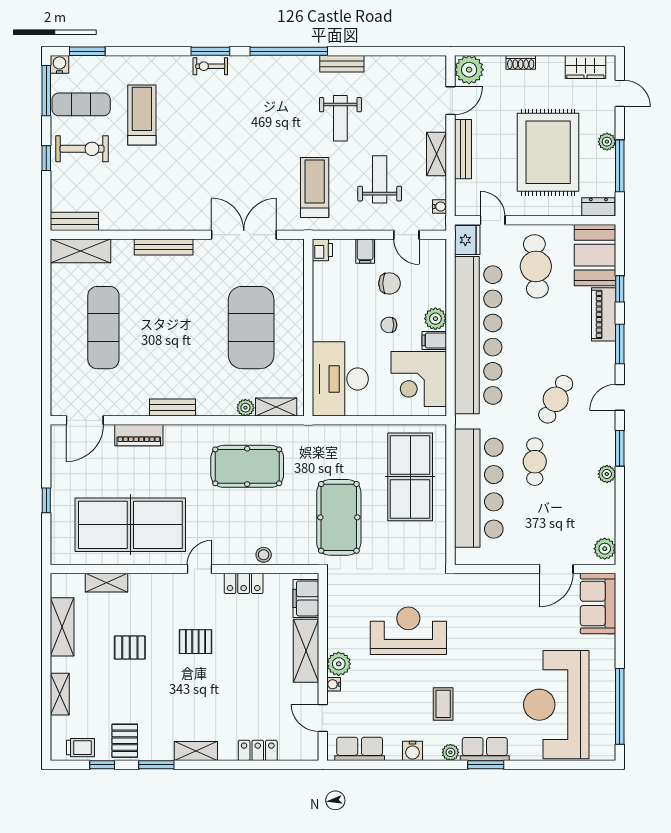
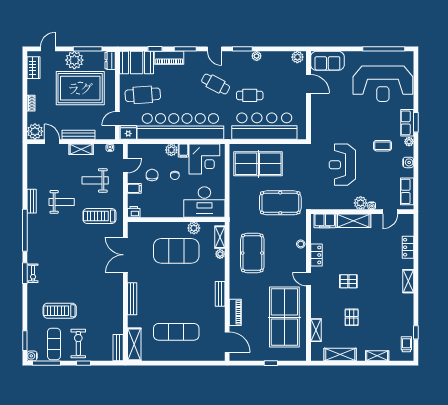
plant: (607, 142) -> (74, 60), width x1.88, depth x1.88
plant: (293, 360) -> (194, 228), added
pallet: (195, 642) -> (348, 281), turned 90
pallet: (125, 741) -> (403, 320), removed
window: (156, 765) -> (416, 303), removed

